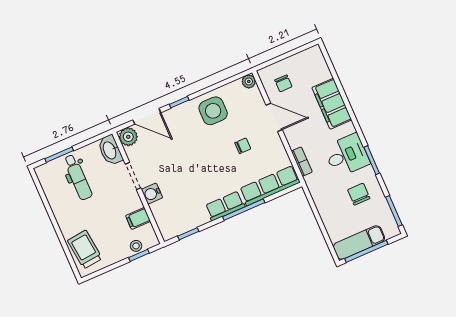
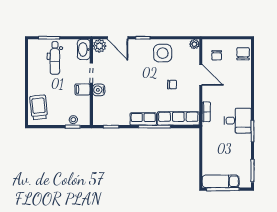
filing cabinet: (332, 104) -> (243, 82), removed
chair: (359, 194) -> (243, 54), moved
filing cabinet: (138, 218) -> (83, 89), moved

